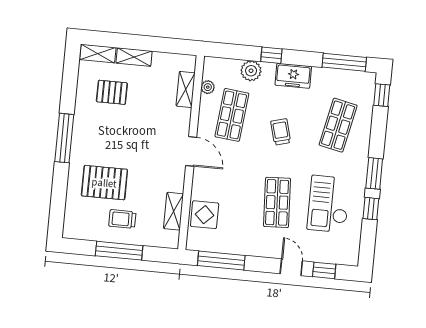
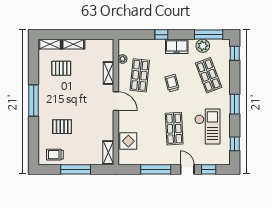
plant: (251, 71) -> (203, 46), moved
shelving: (186, 89) -> (108, 73), moved
shop shelf: (338, 125) -> (209, 75), turned -33
pallet: (104, 183) -> (62, 127), width x0.67, depth x0.71
checkout: (329, 204) -> (207, 126), turned 180
window: (371, 209) -> (235, 144), moved
shelving: (174, 211) -> (108, 153), moved
trolley: (122, 219) -> (55, 155), moved
window: (221, 261) -> (156, 169), moved

